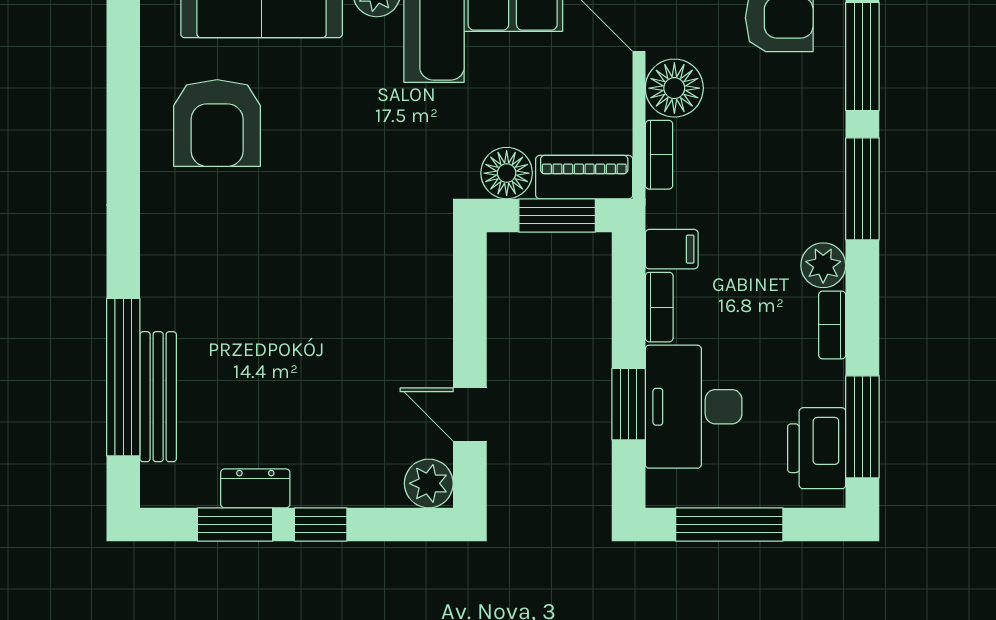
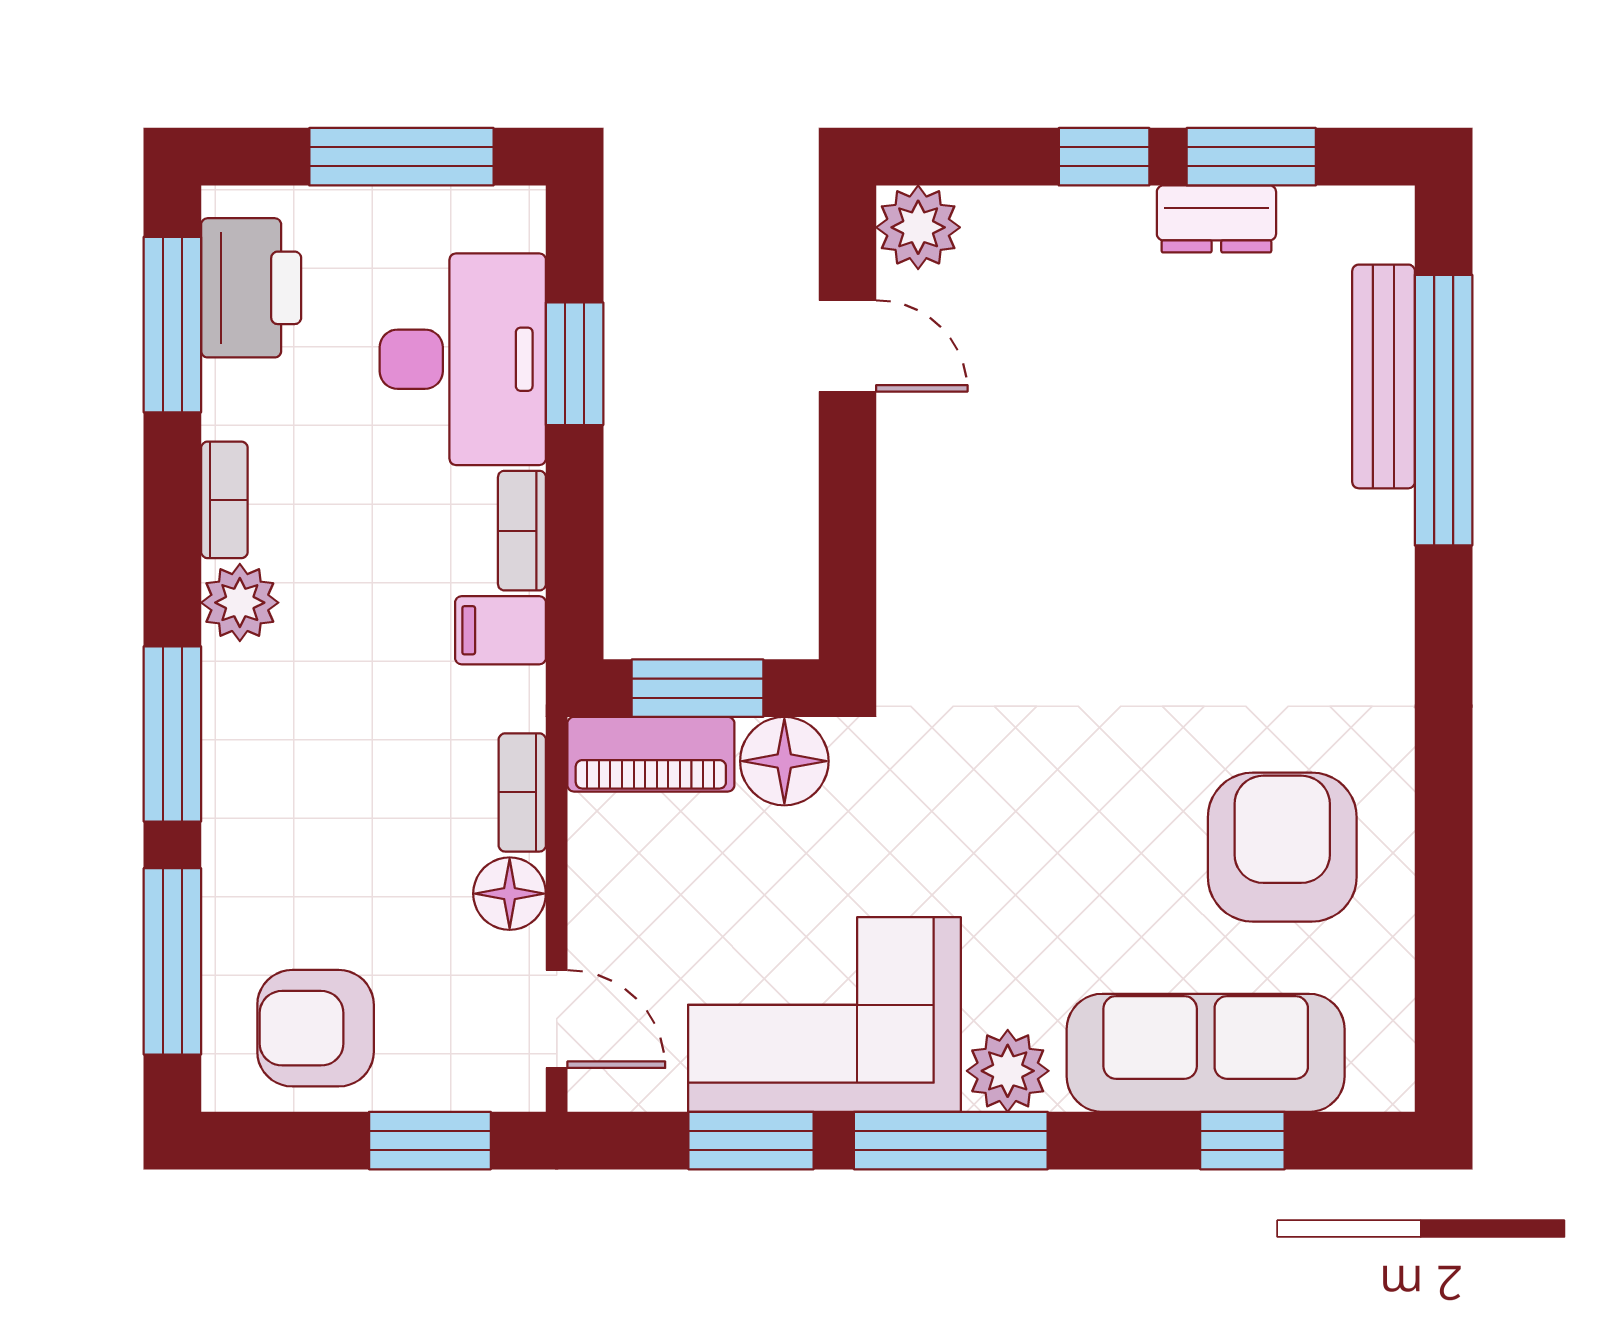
floor lamp: (674, 88) -> (510, 894), width x0.73, depth x0.73

